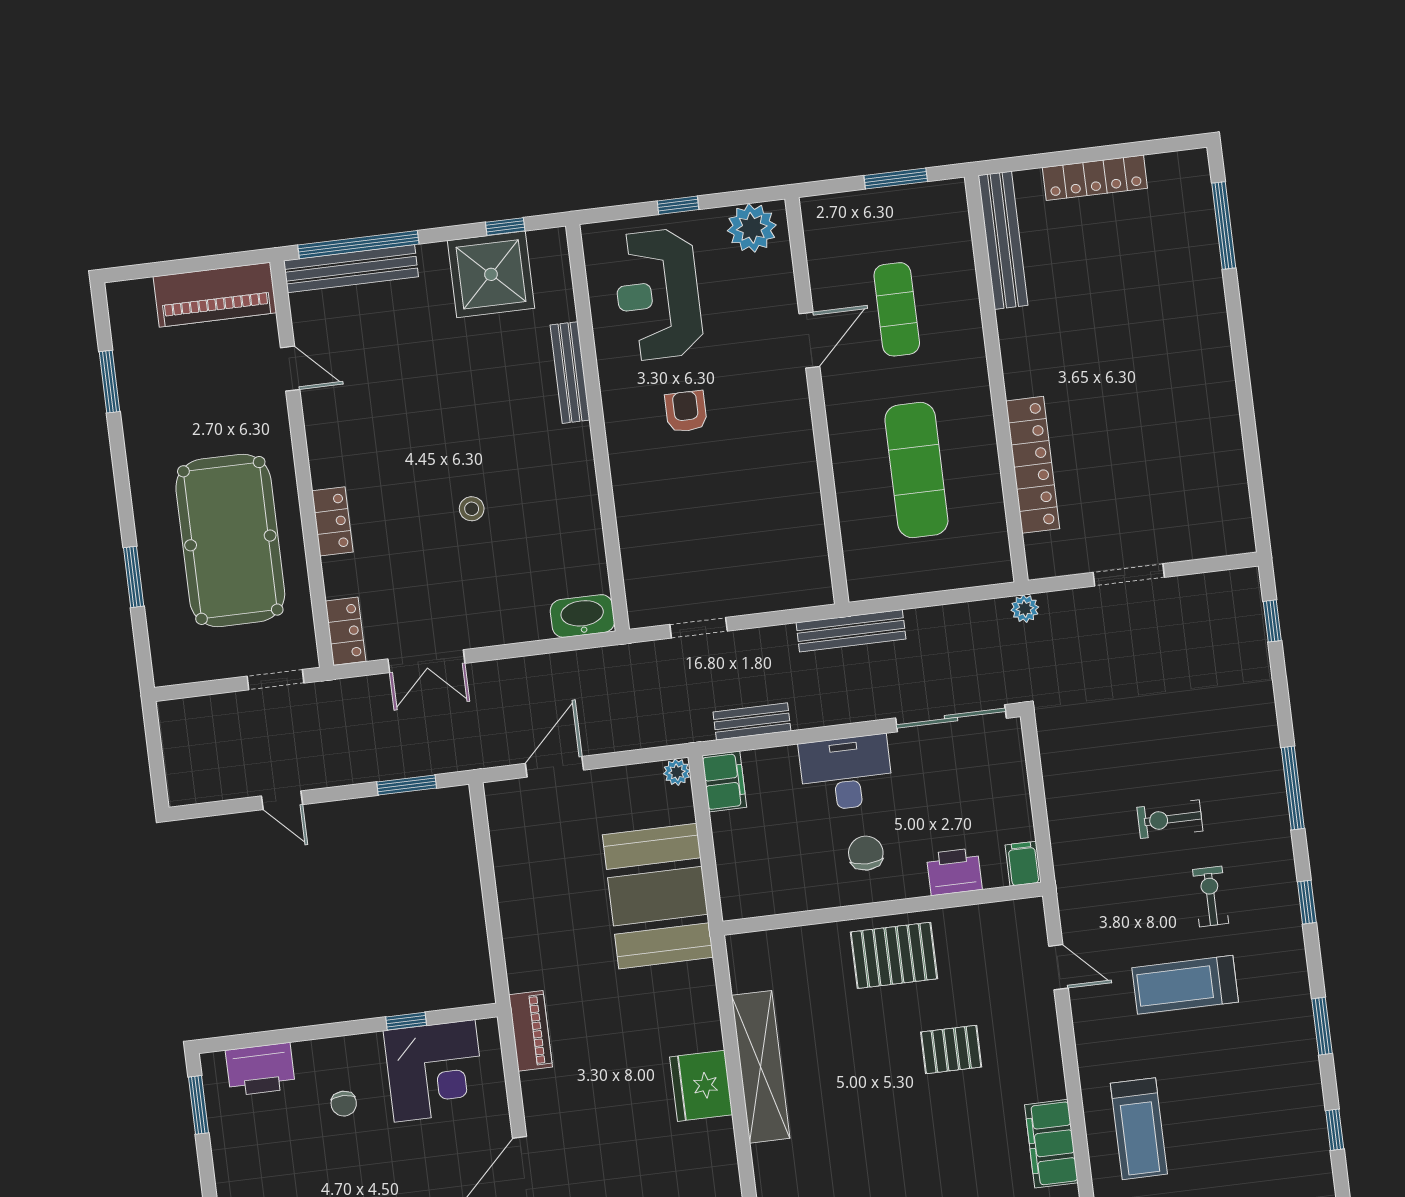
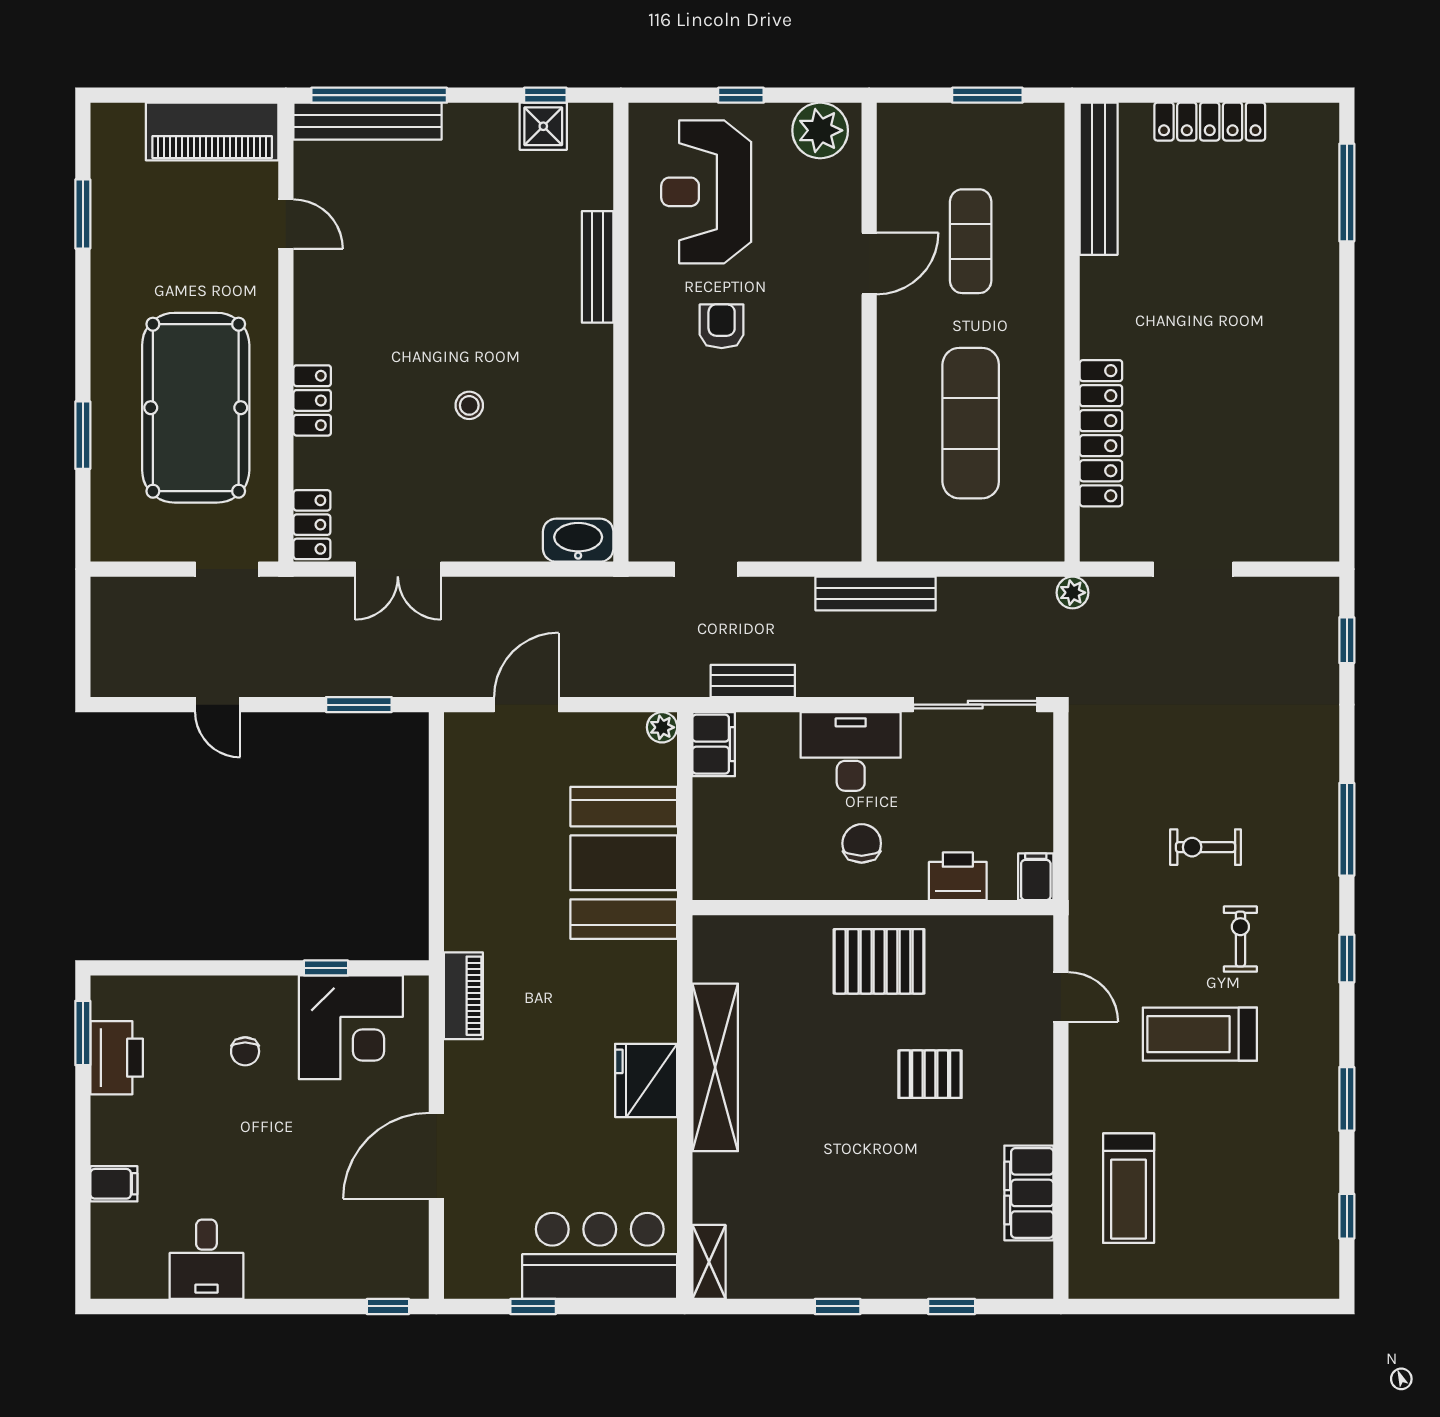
shower: (491, 274) -> (543, 126), width x0.54, depth x0.54
printer: (260, 1069) -> (117, 1058), moved, turned -90

